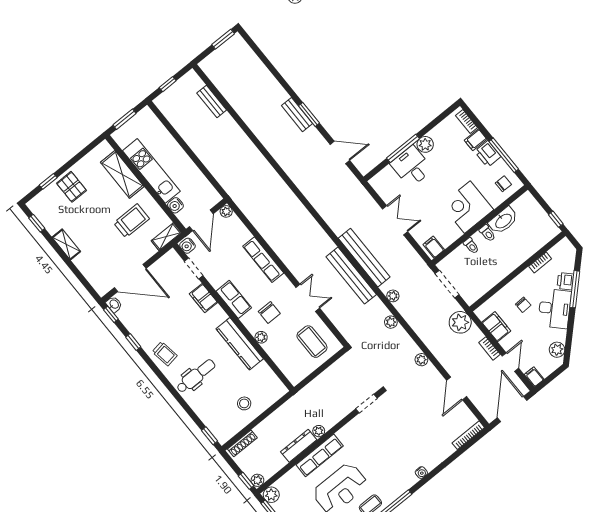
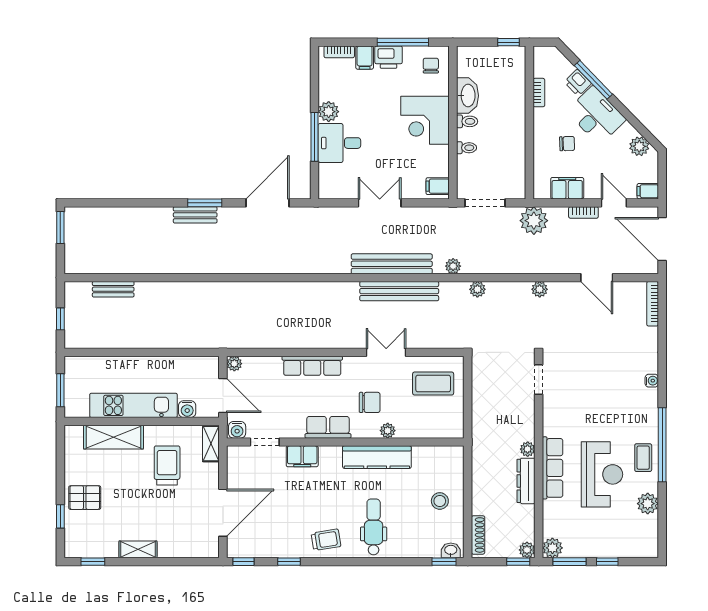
door: (340, 152) -> (267, 203), width x1.36
washbasin: (114, 304) -> (451, 550), moved

